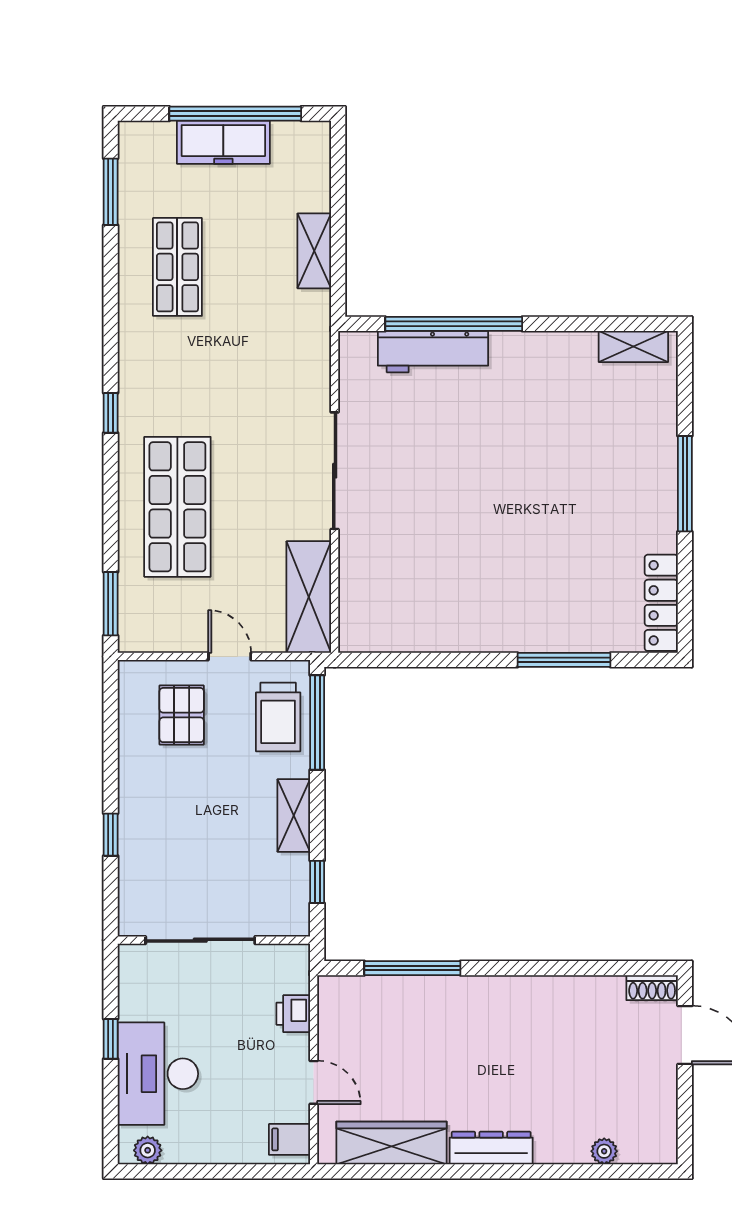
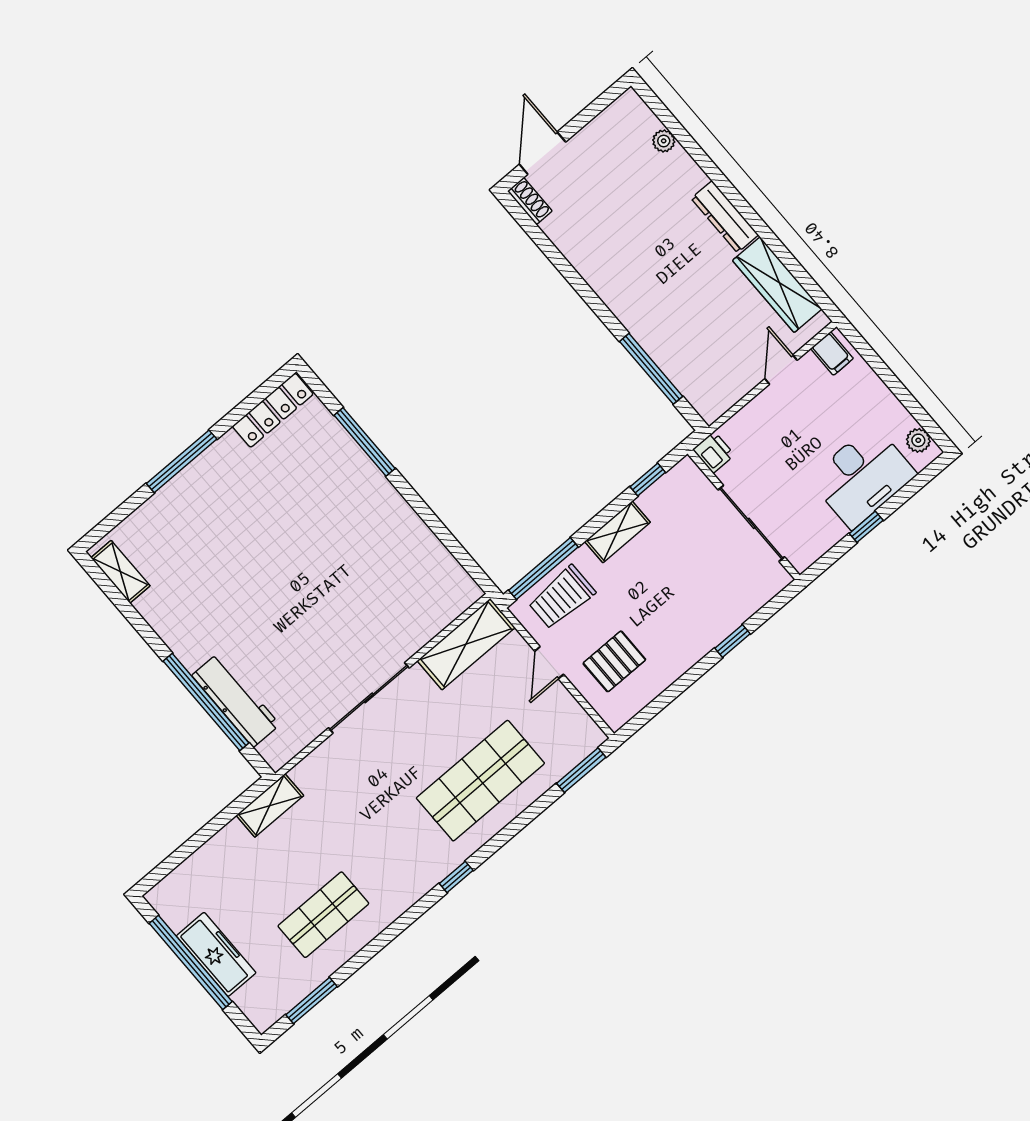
shelving: (314, 251) -> (270, 805), moved
trolley: (278, 717) -> (562, 597), turned 180
printer: (293, 1014) -> (714, 452), moved, turned -90

